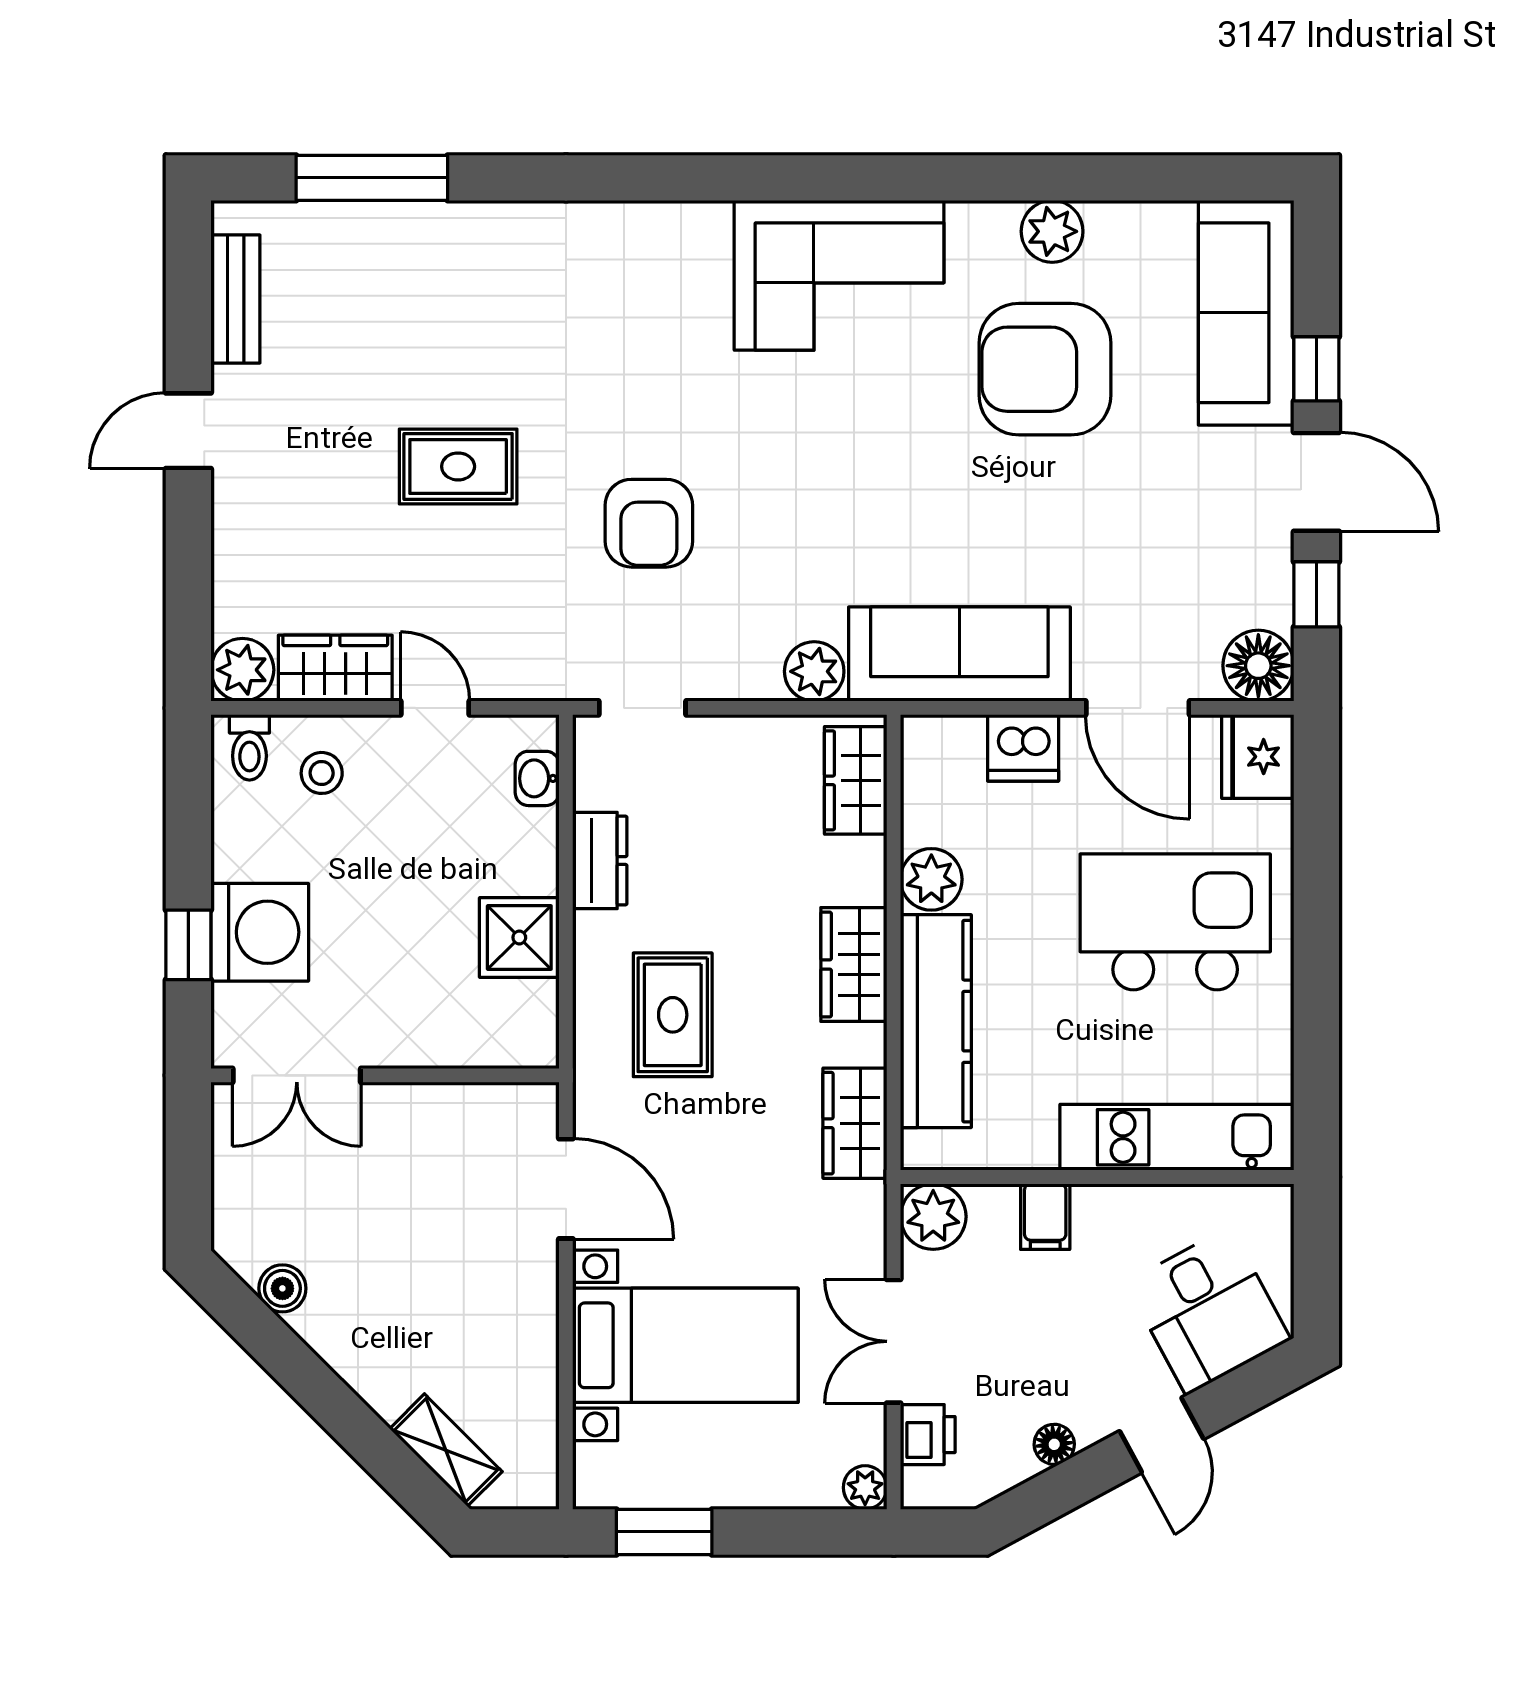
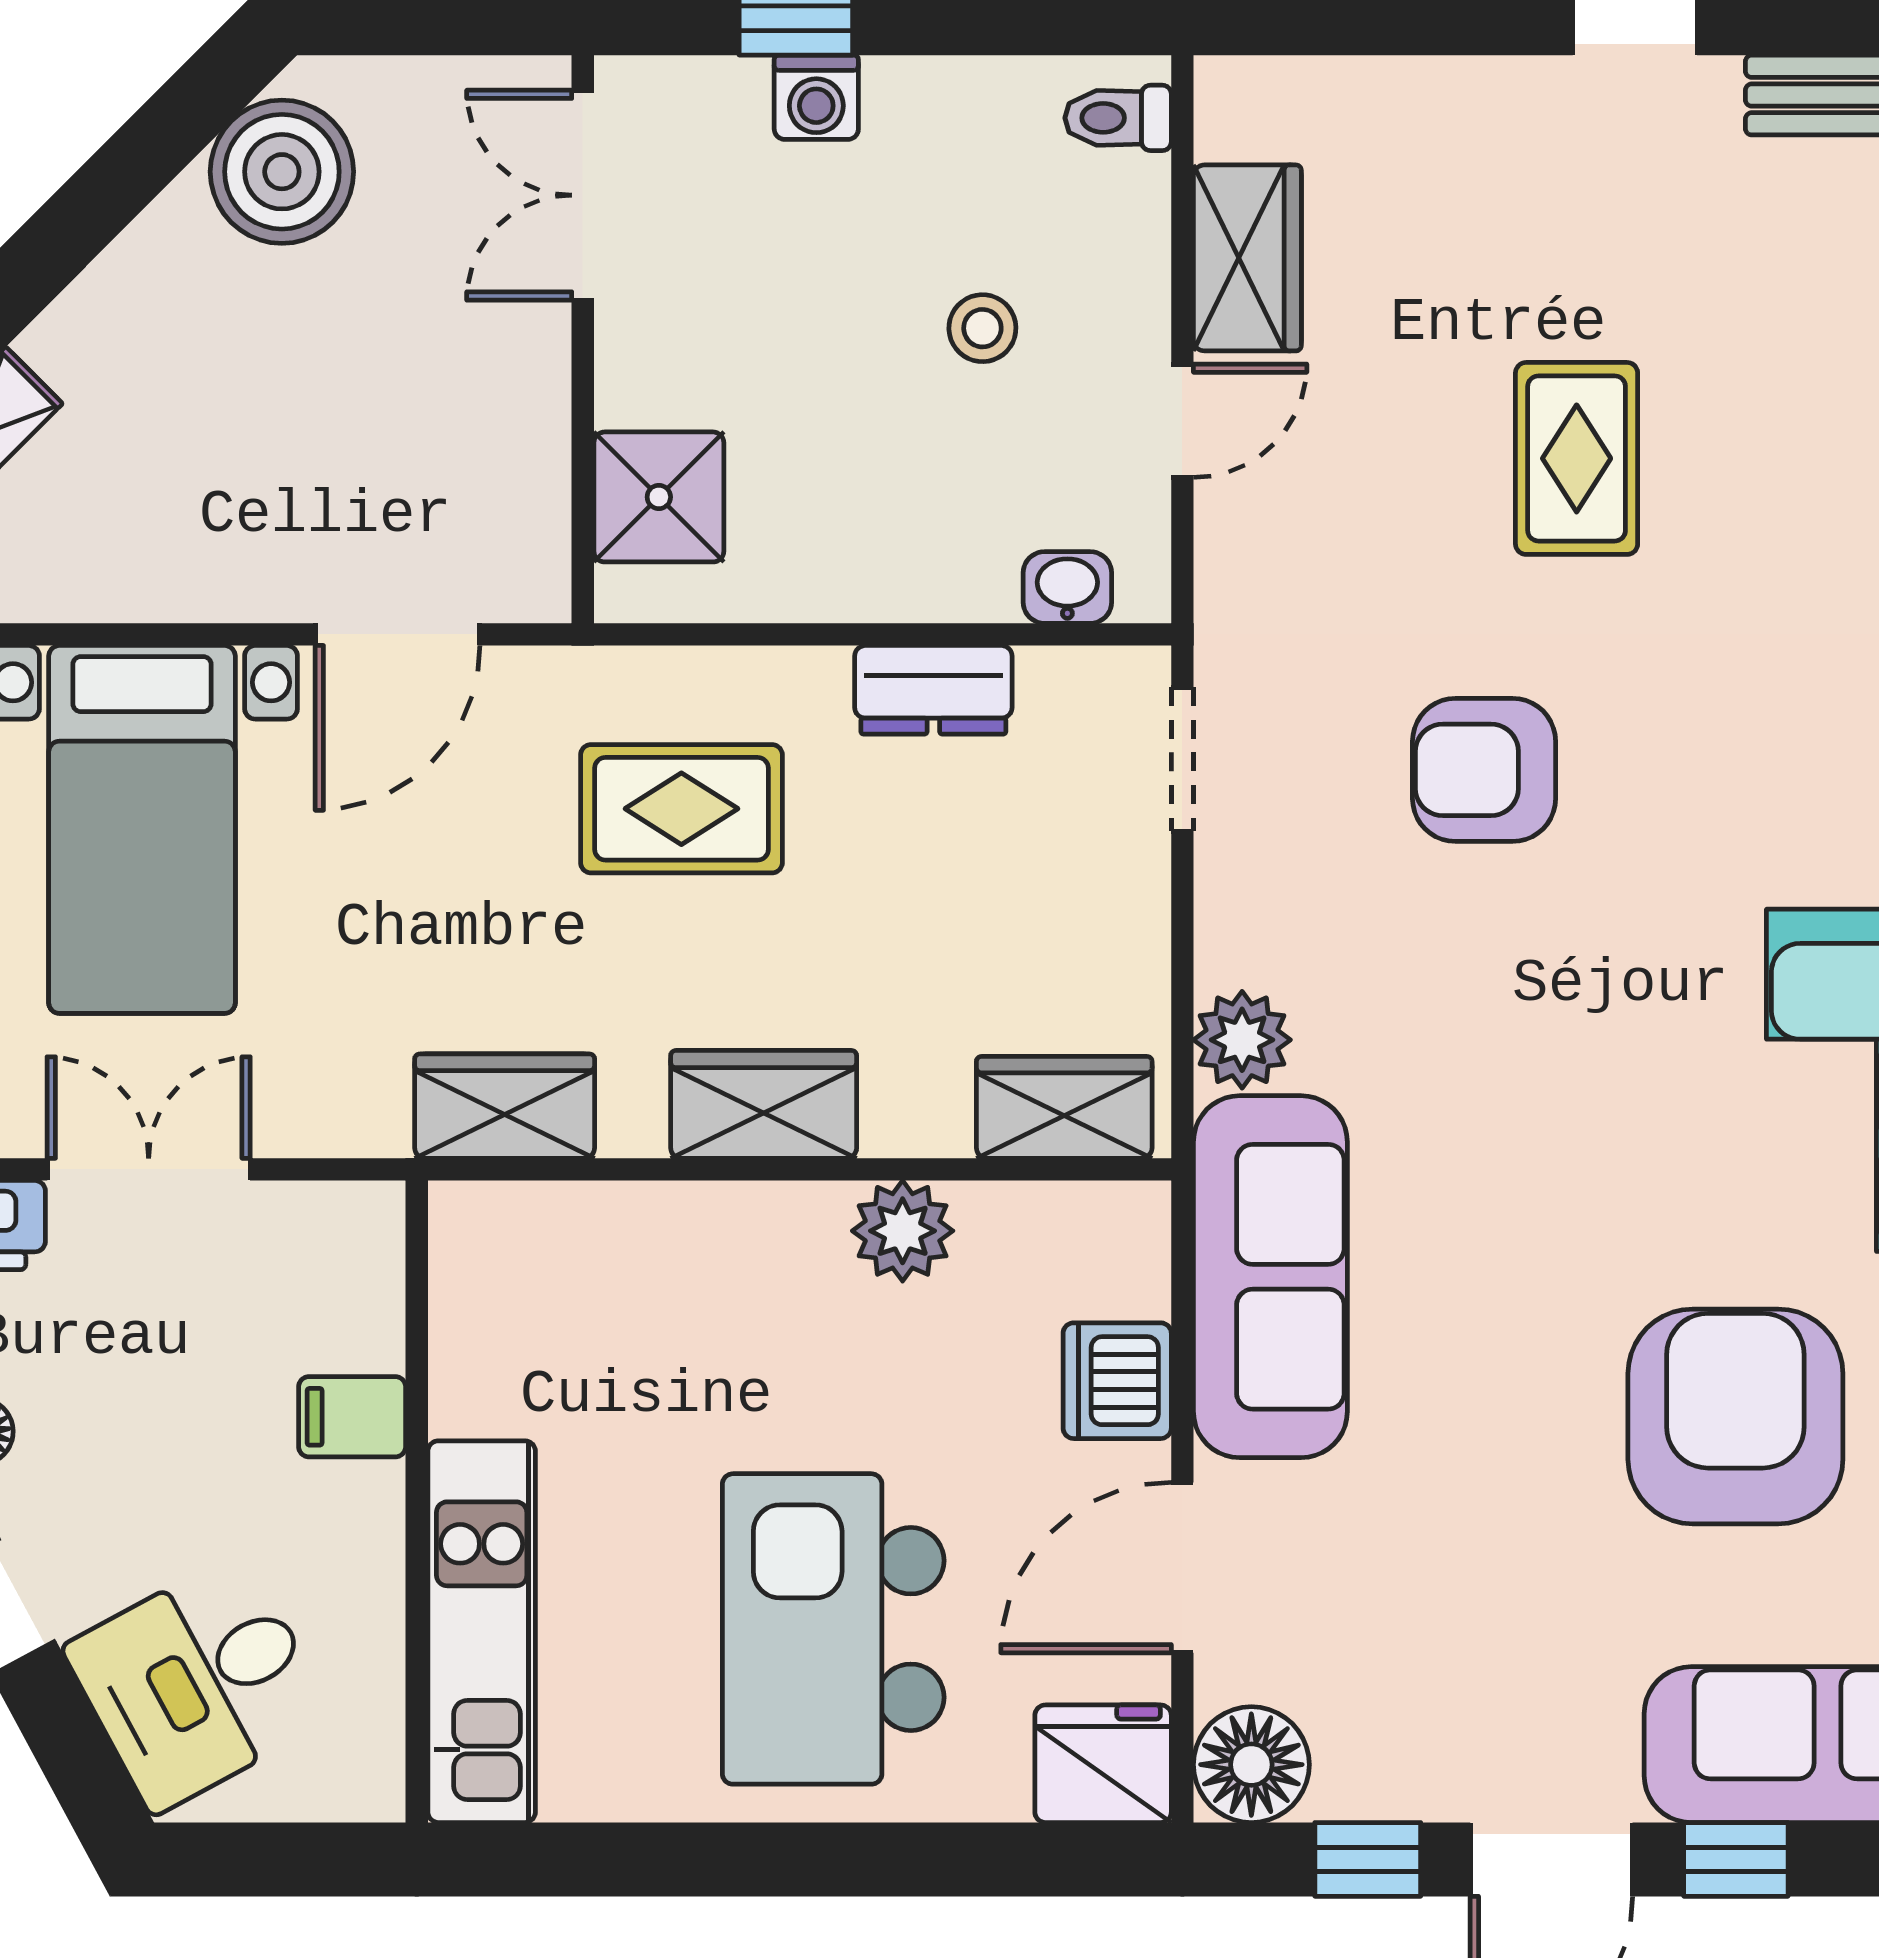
plant: (242, 670) -> (1245, 106), removed
stool: (322, 773) -> (982, 328), moved
kitchen island: (1175, 922) -> (833, 1629), turned 180
washing machine: (260, 932) -> (816, 97), width x0.53, depth x0.53
shower: (519, 937) -> (659, 497), moved
kitchen counter: (936, 1021) -> (671, 1238), removed
plant: (933, 1217) -> (352, 1234), removed
boiler: (282, 1288) -> (282, 172), width x1.86, depth x1.86

